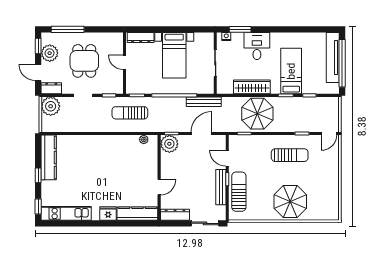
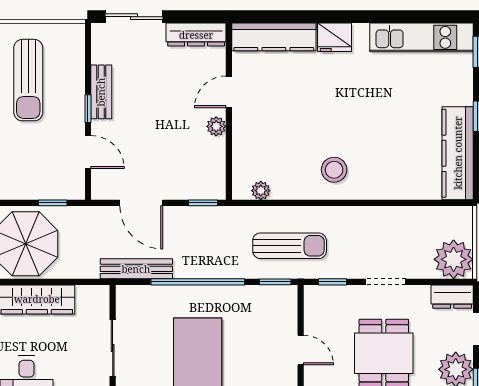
door: (201, 134) -> (141, 203), hinge flipped
plant: (169, 144) -> (216, 126), moved, width x0.53, depth x0.53
stool: (108, 150) -> (334, 170), added
bench: (221, 187) -> (101, 92), width x0.73
sun lounger: (239, 192) -> (28, 80), moved

